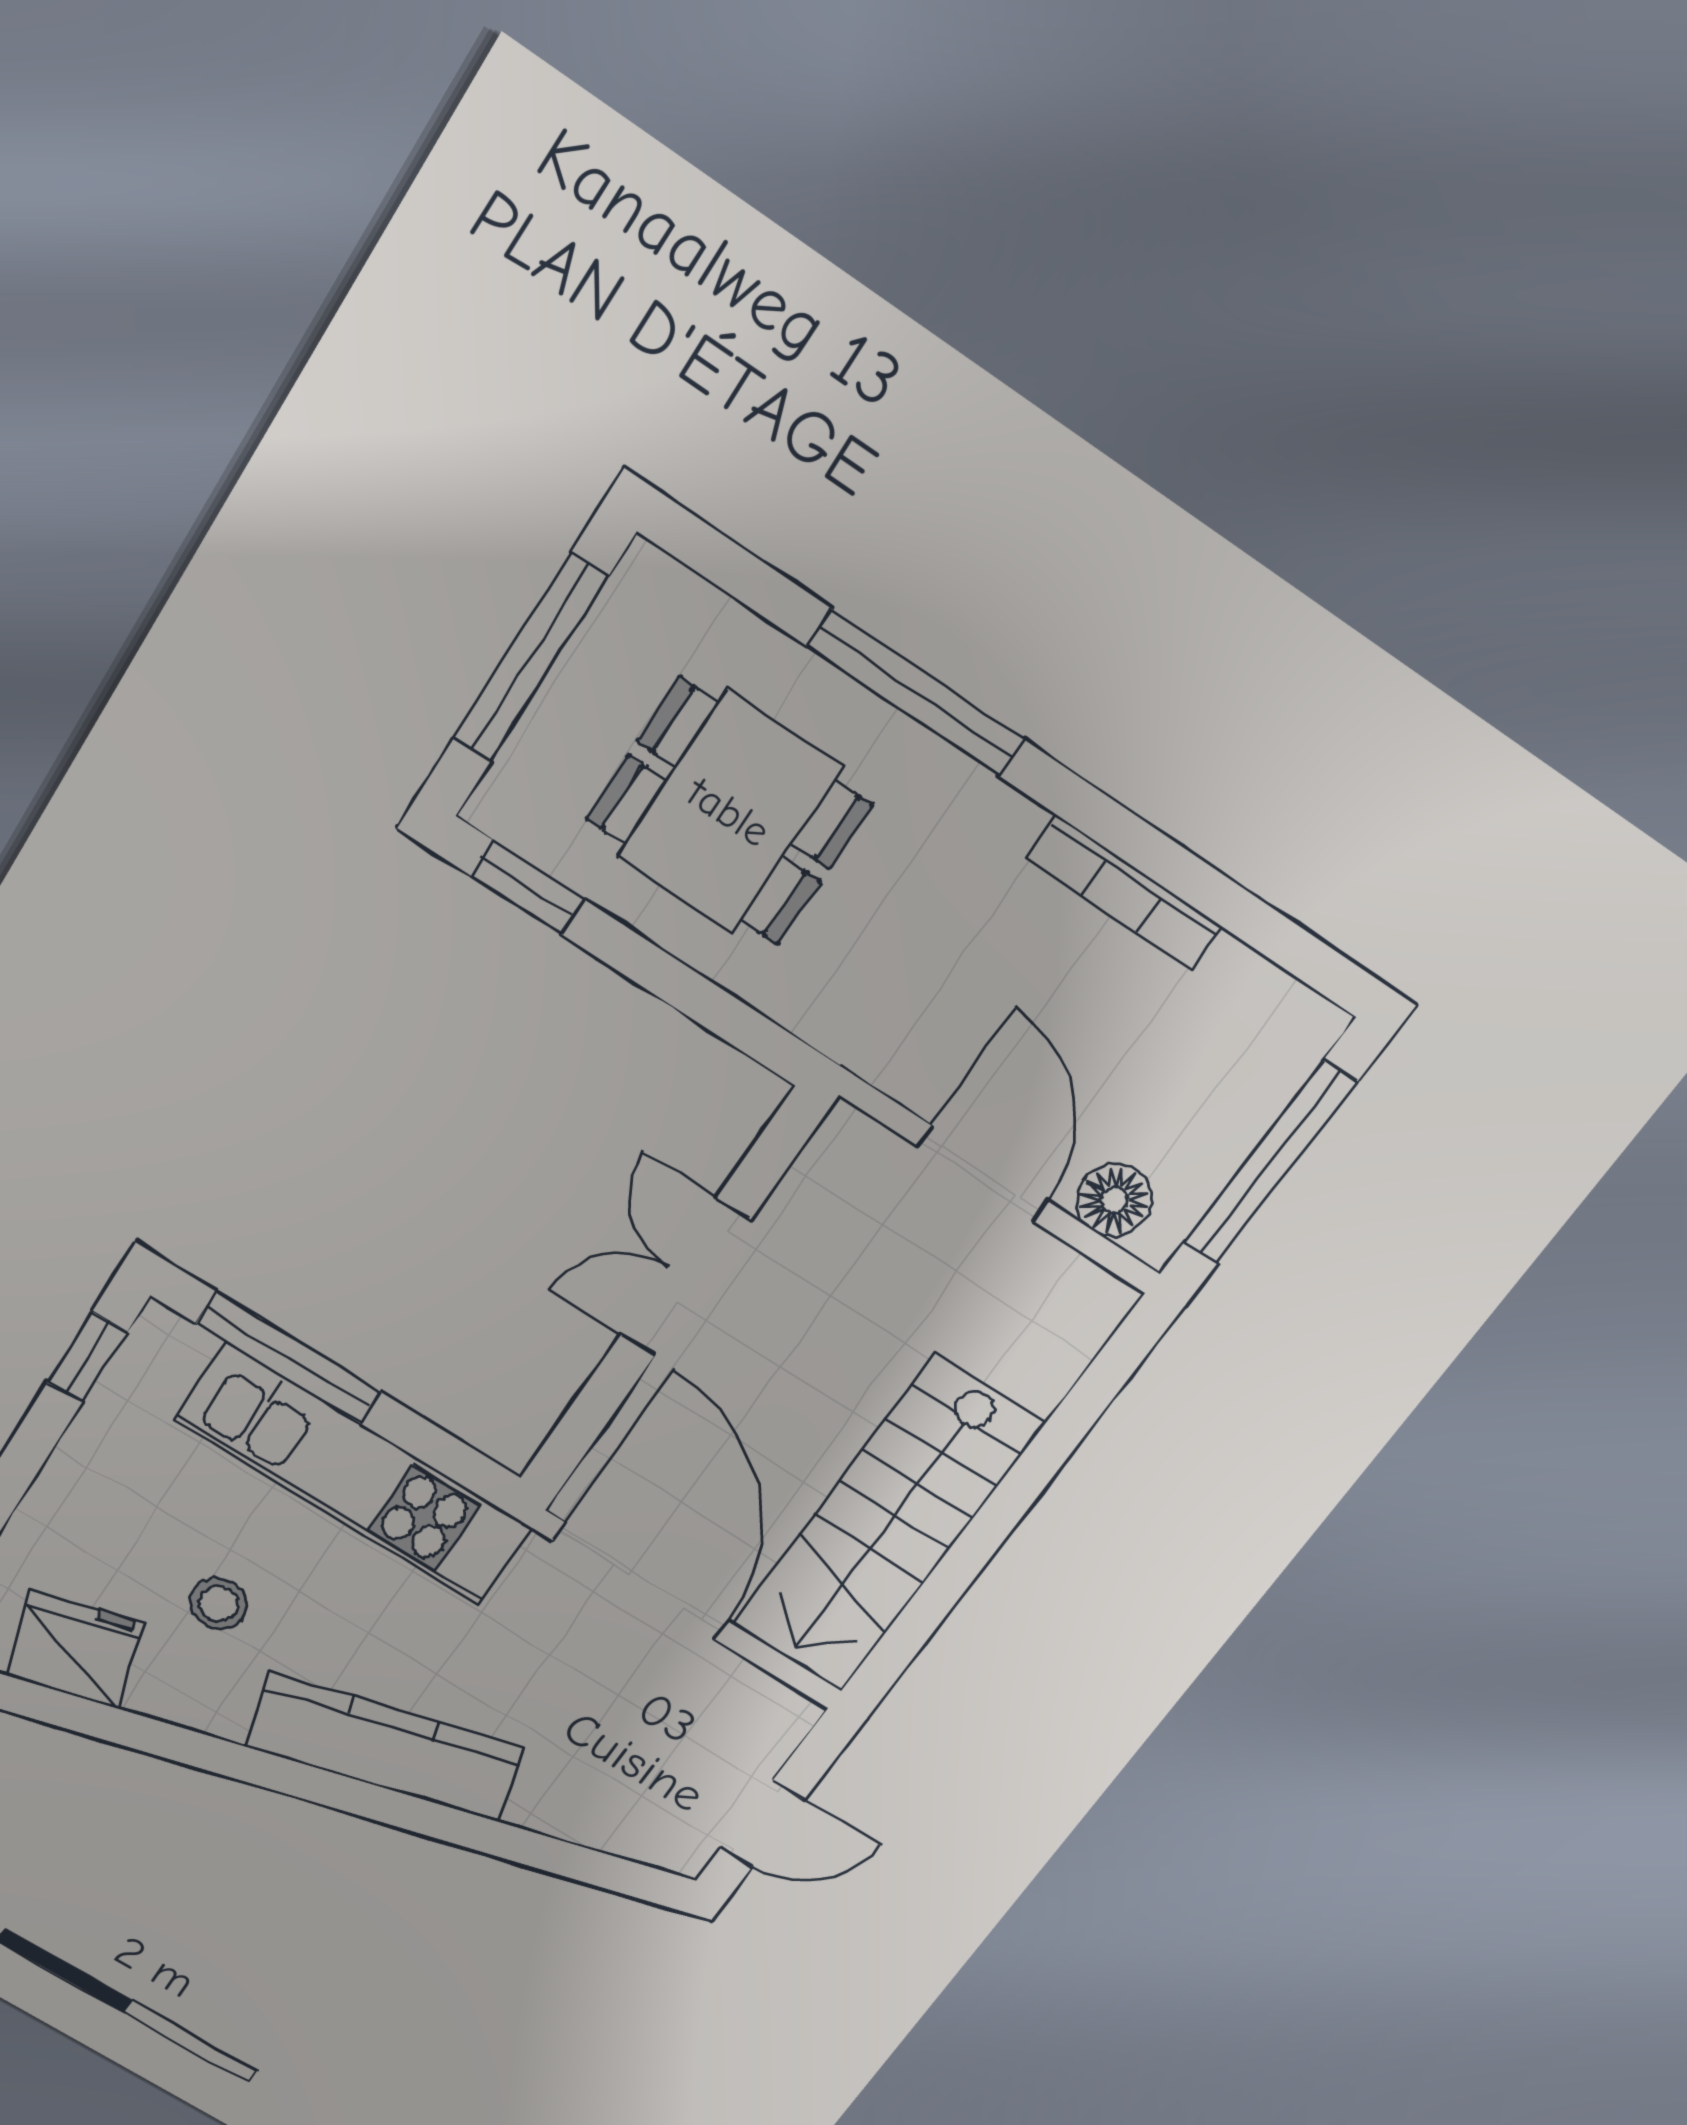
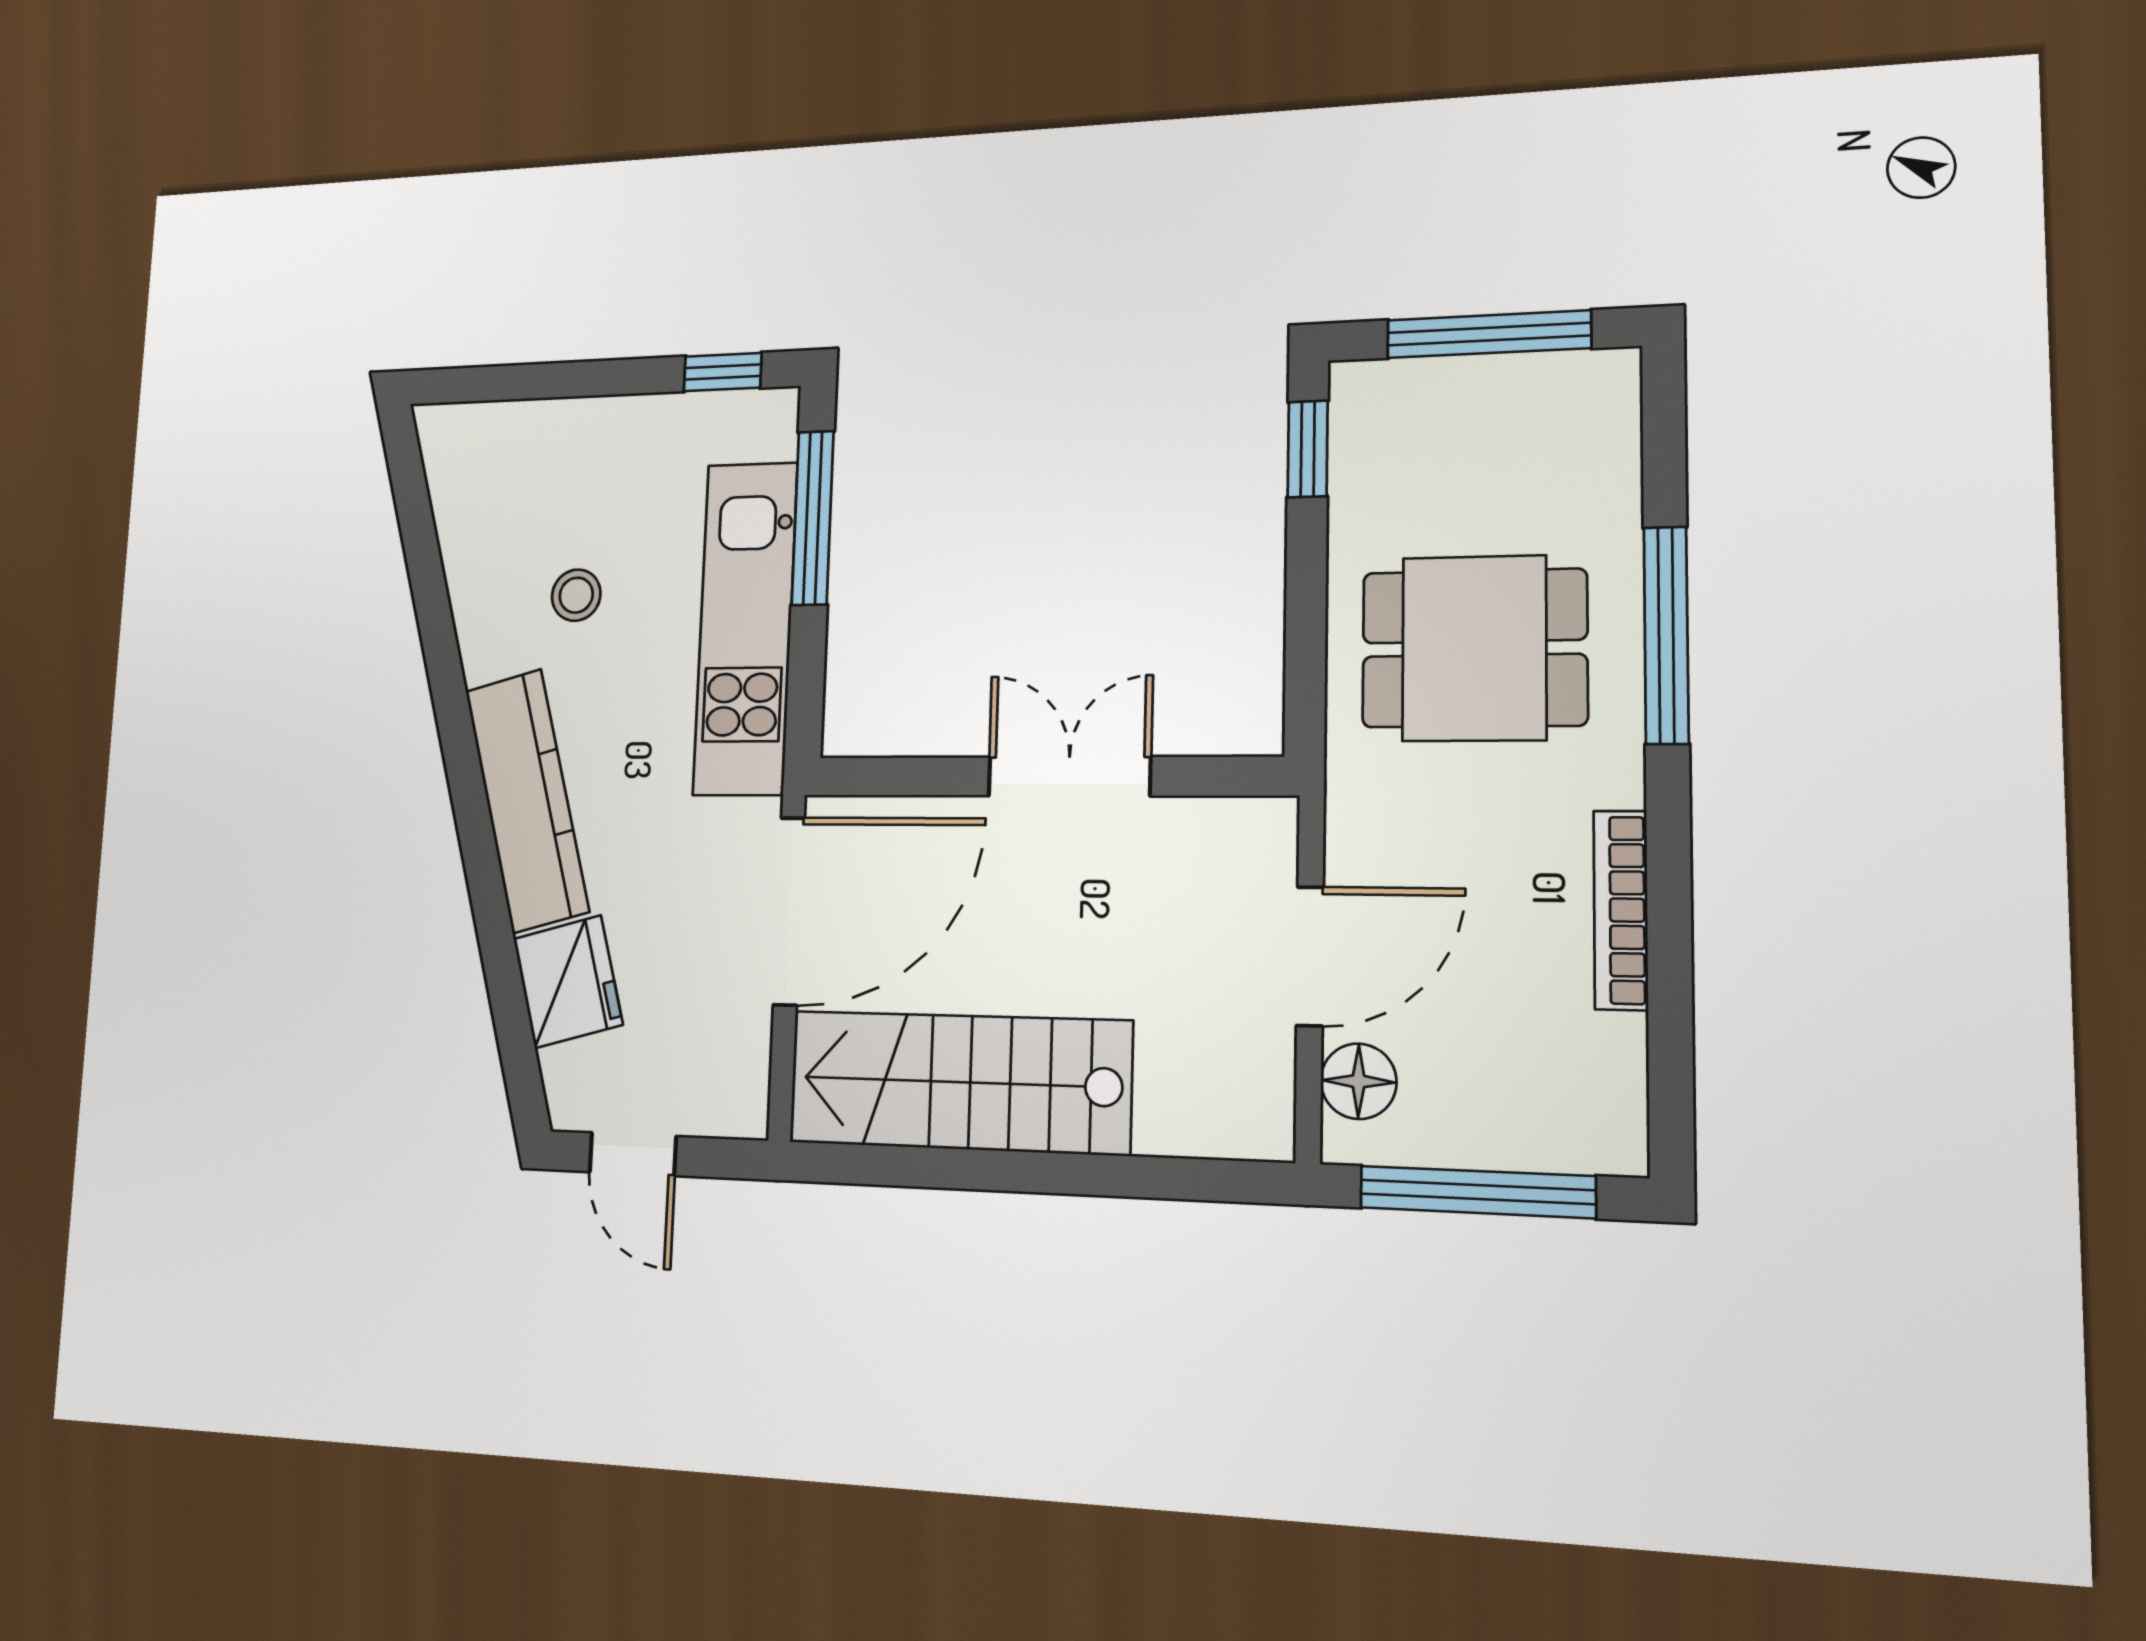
dining table: (729, 812) -> (1474, 648), moved, turned 90
fridge: (75, 1650) -> (568, 982), moved

